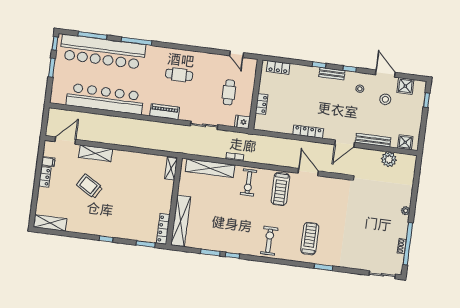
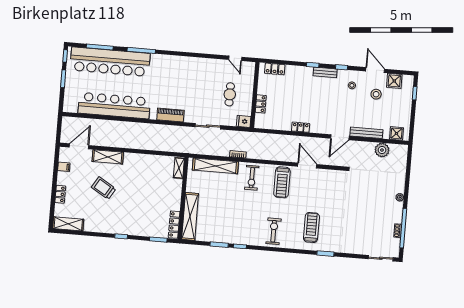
cafe table: (179, 75) -> (182, 80), removed
locker: (308, 132) -> (301, 127), width x0.66
locker: (45, 177) -> (60, 194), moved

